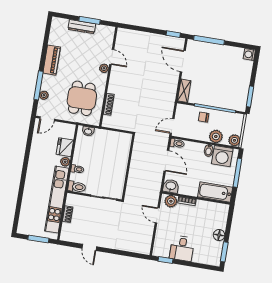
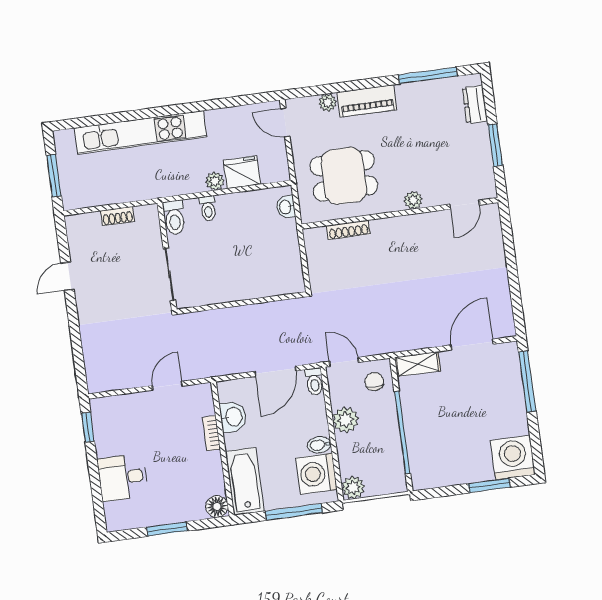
dresser: (82, 27) -> (475, 105), moved, width x0.70
window: (173, 34) -> (518, 311), removed
washing machine: (249, 54) -> (513, 458), width x1.89, depth x1.89
door: (112, 57) -> (465, 205), moved
piano: (52, 60) -> (367, 101), moved
window: (39, 85) -> (428, 75), moved
window: (250, 97) -> (489, 485), moved
chair: (204, 117) -> (374, 381), moved
plant: (216, 136) -> (346, 420), moved
washbasin: (171, 186) -> (233, 417), moved
kitchen unit: (57, 200) -> (140, 132), moved, turned 180
plant: (171, 201) -> (202, 403), removed
floor lamp: (219, 235) -> (217, 507), moved
desk: (182, 248) -> (123, 477), moved
window: (224, 252) -> (167, 529), moved

